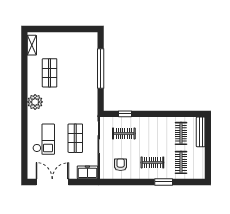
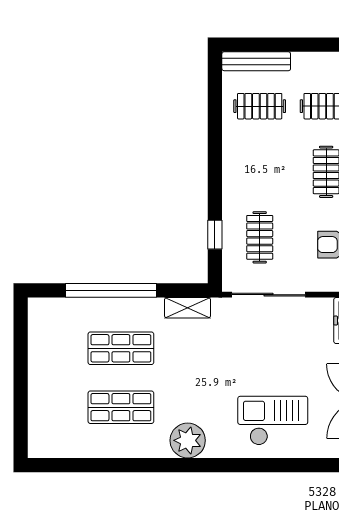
shelving: (32, 45) -> (188, 308), moved
shop shelf: (75, 138) -> (121, 348), moved

